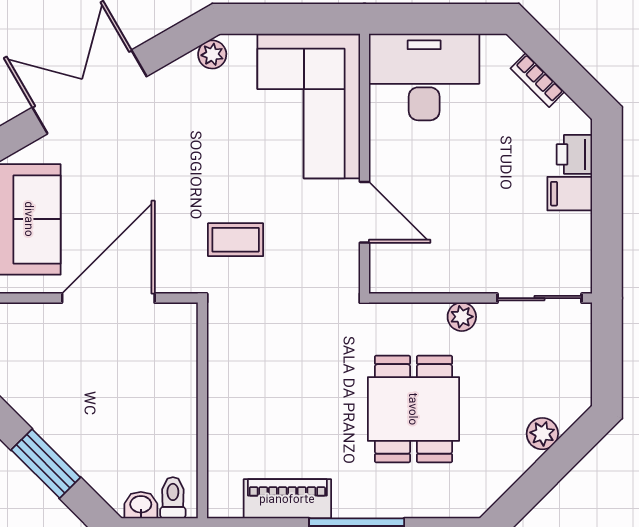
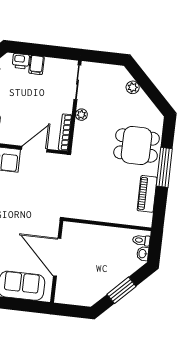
coffee table: (236, 240) -> (39, 203), removed
bookcase: (414, 282) -> (65, 132), added
dining table: (413, 409) -> (137, 146), moved

